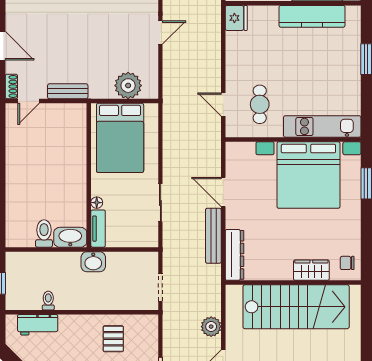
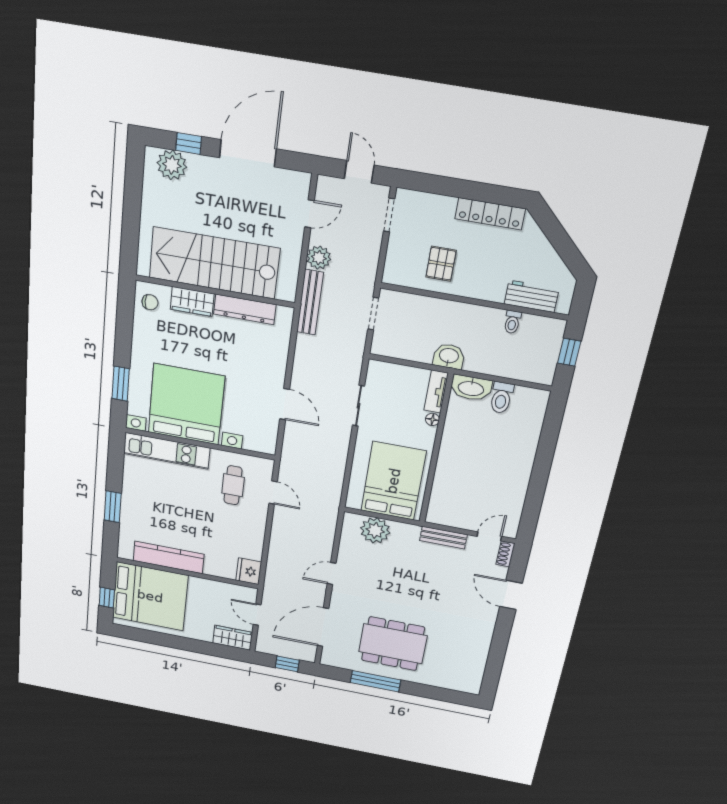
bench: (213, 236) -> (310, 302), moved
dresser: (234, 255) -> (245, 309), moved, turned -90

